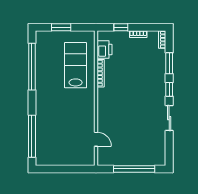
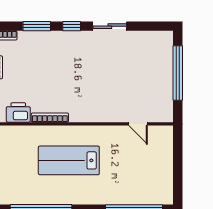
lab bench: (76, 65) -> (69, 160), moved
door: (96, 139) -> (138, 124), swing flipped

